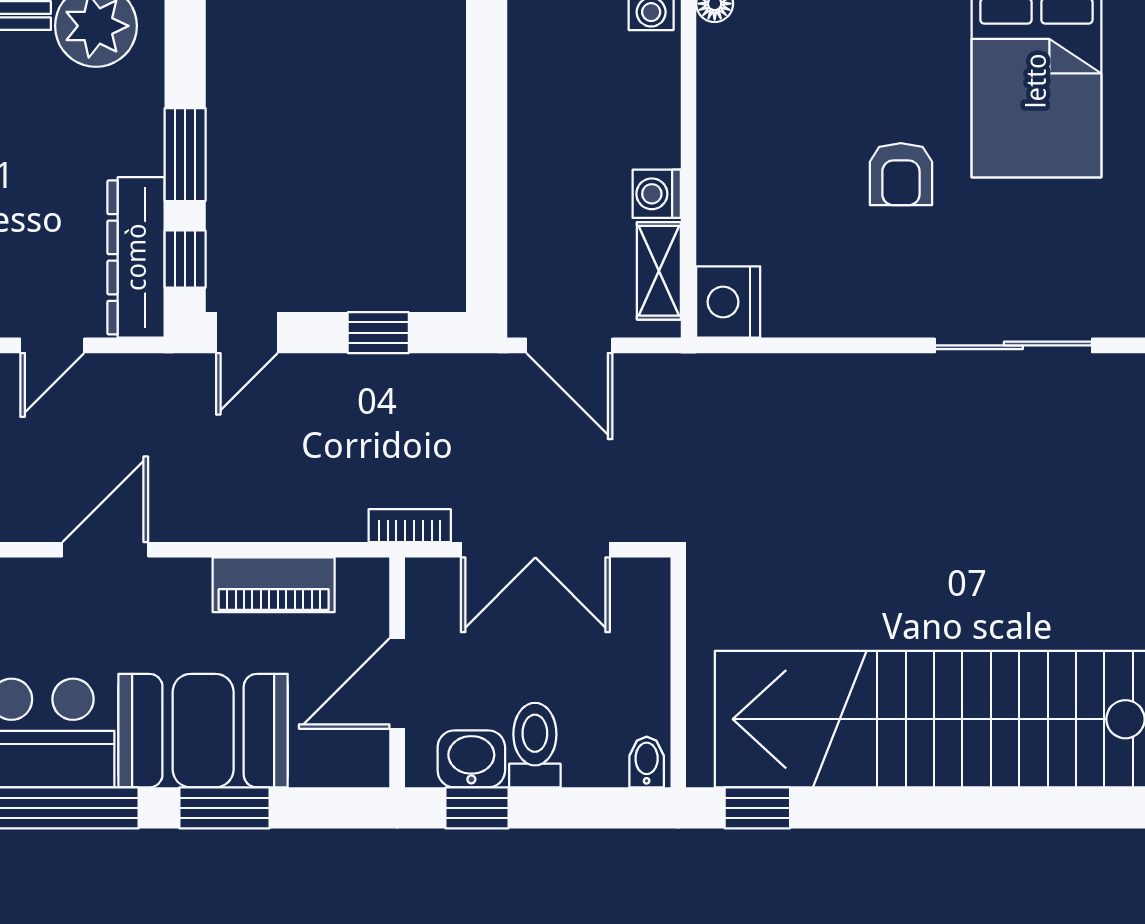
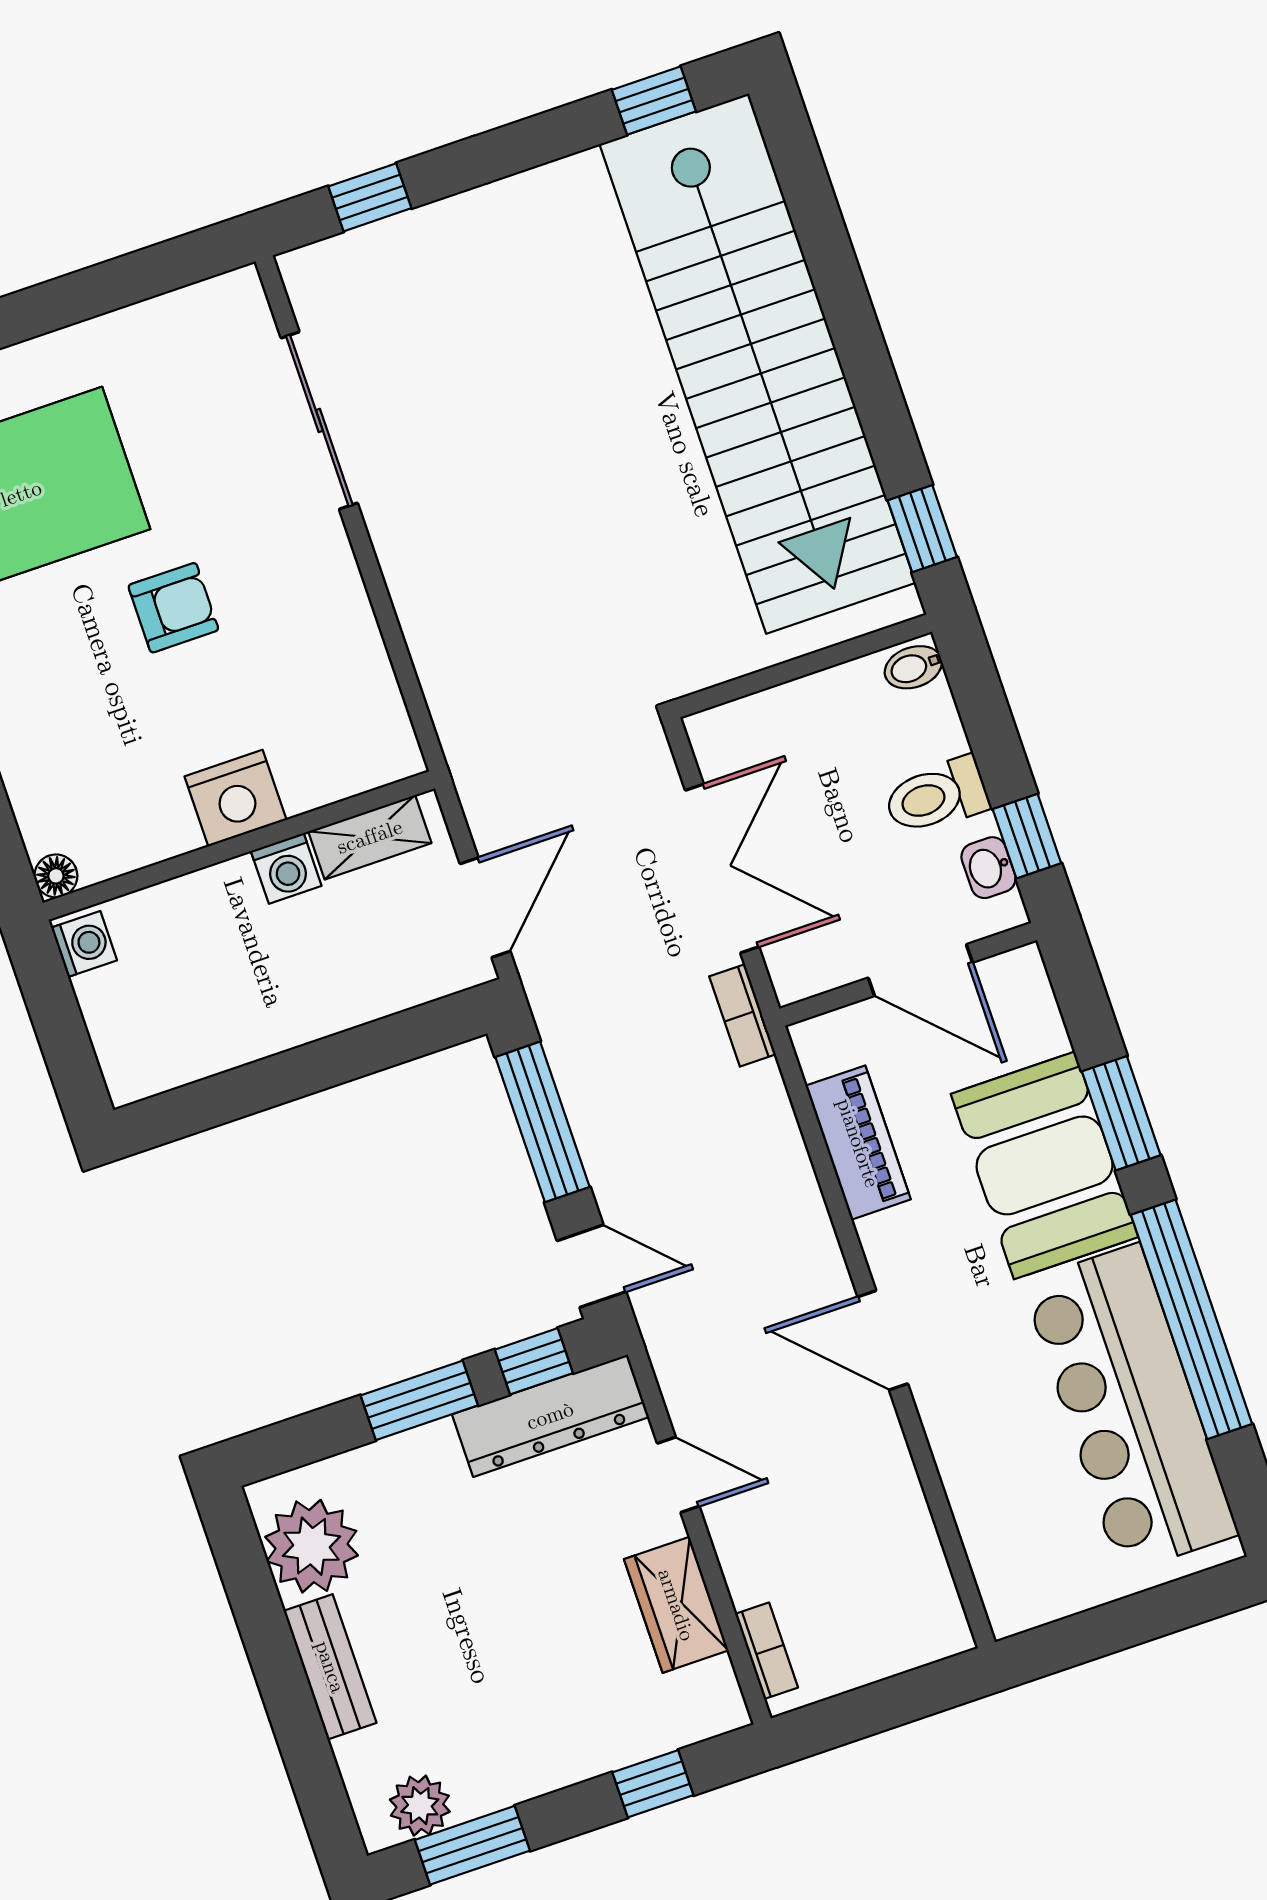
nightstand: (728, 302) -> (236, 798), moved
window: (378, 333) -> (542, 1122), width x2.17
washbasin: (471, 759) -> (988, 868), width x0.72, depth x0.69

